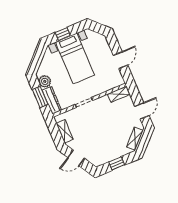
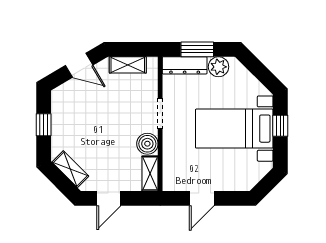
door: (120, 60) -> (202, 198), hinge flipped
boiler: (103, 102) -> (147, 144), added
door: (142, 111) -> (109, 198), hinge flipped
door: (76, 158) -> (79, 65), swing flipped

